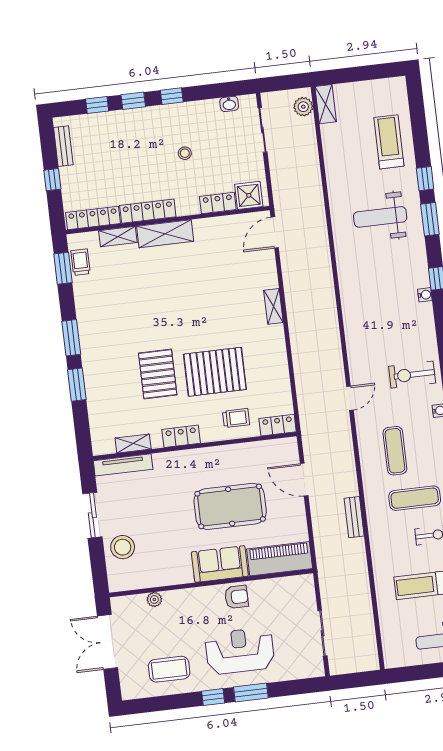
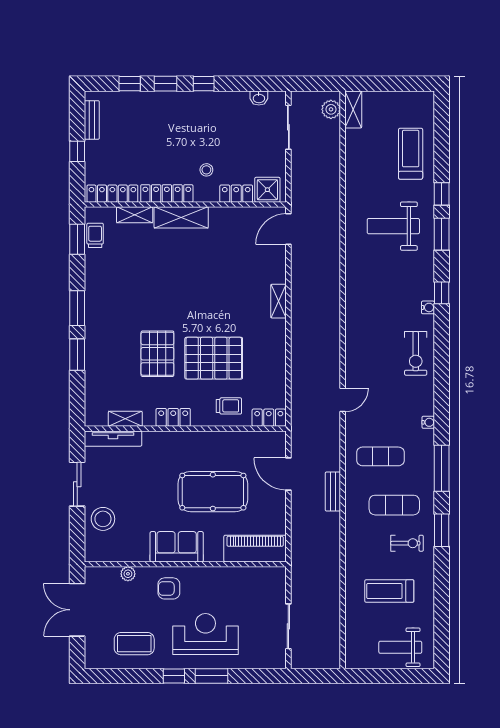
stool: (185, 153) -> (206, 170), moved
exercise bike: (412, 375) -> (416, 353), moved, turned -90
exercise mat: (395, 451) -> (380, 456), turned 90
bench: (354, 517) -> (333, 491), moved
sofa: (220, 564) -> (177, 547), moved
armchair: (236, 597) -> (169, 588), moved, turned 180

